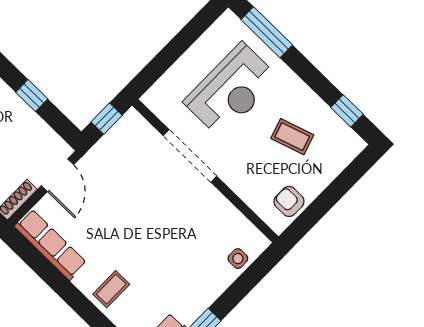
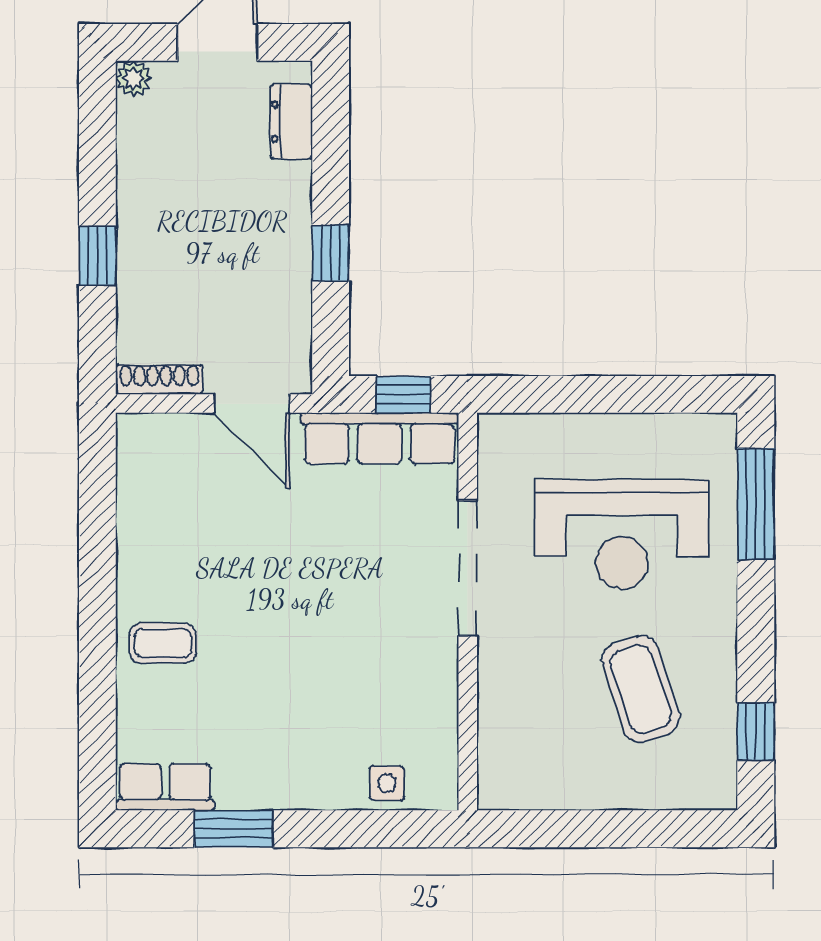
coffee table: (292, 137) -> (641, 689), width x1.36, depth x1.30
door: (58, 175) -> (252, 404), hinge flipped
armchair: (289, 201) -> (542, 776), removed
row of seats: (50, 245) -> (379, 438), moved, turned 90

